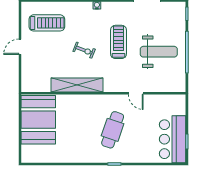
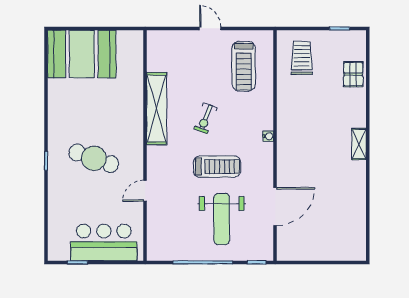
weight bench: (159, 52) -> (222, 219), moved
booth: (38, 120) -> (82, 54), moved
bar counter: (173, 139) -> (104, 242), moved

